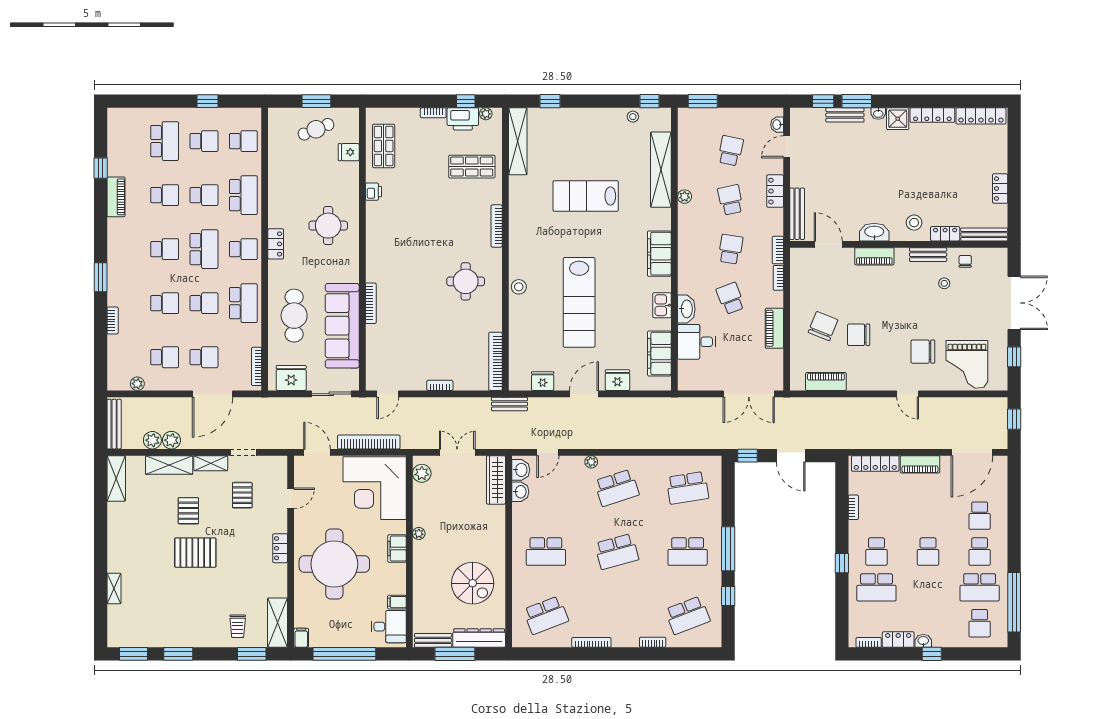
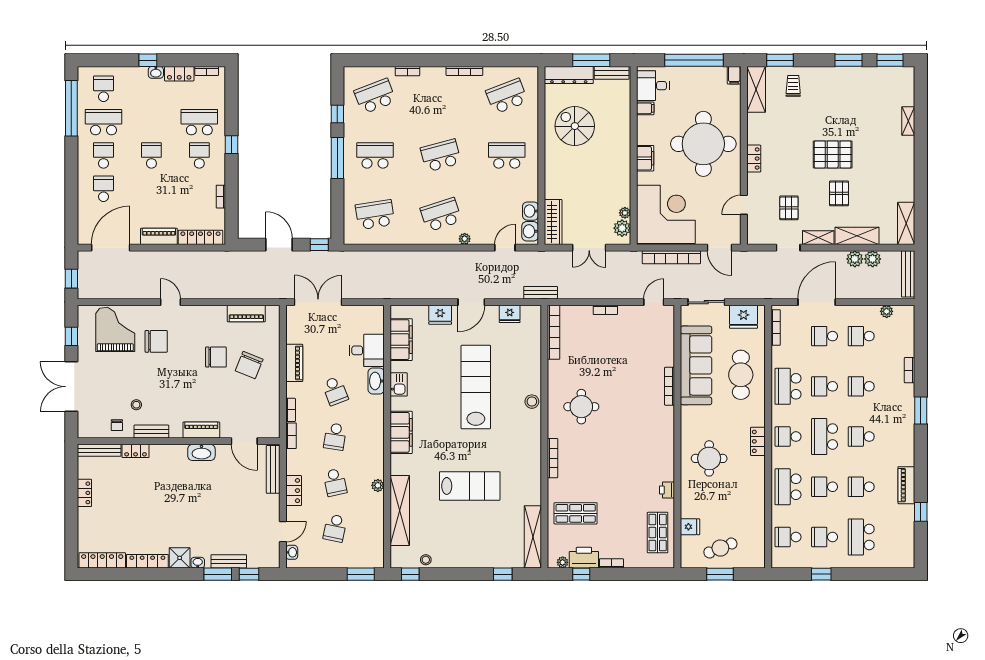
stool: (914, 223) -> (164, 461), removed
plant: (419, 533) -> (625, 213), moved

